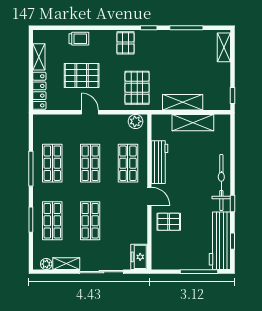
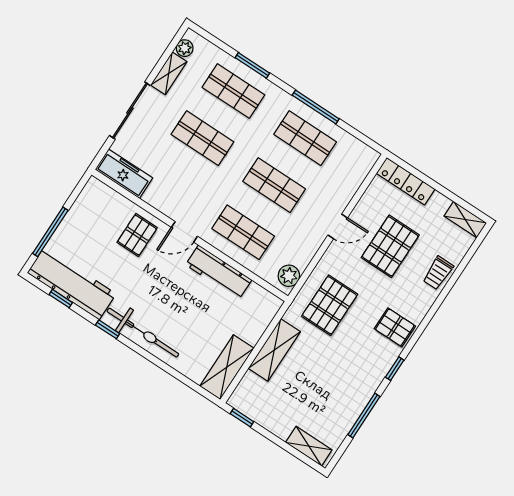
shelving: (39, 57) -> (465, 220), moved
pallet: (137, 88) -> (330, 305), turned 90
shelving: (193, 123) -> (227, 367), moved
freezer: (139, 257) -> (124, 174), width x1.40

